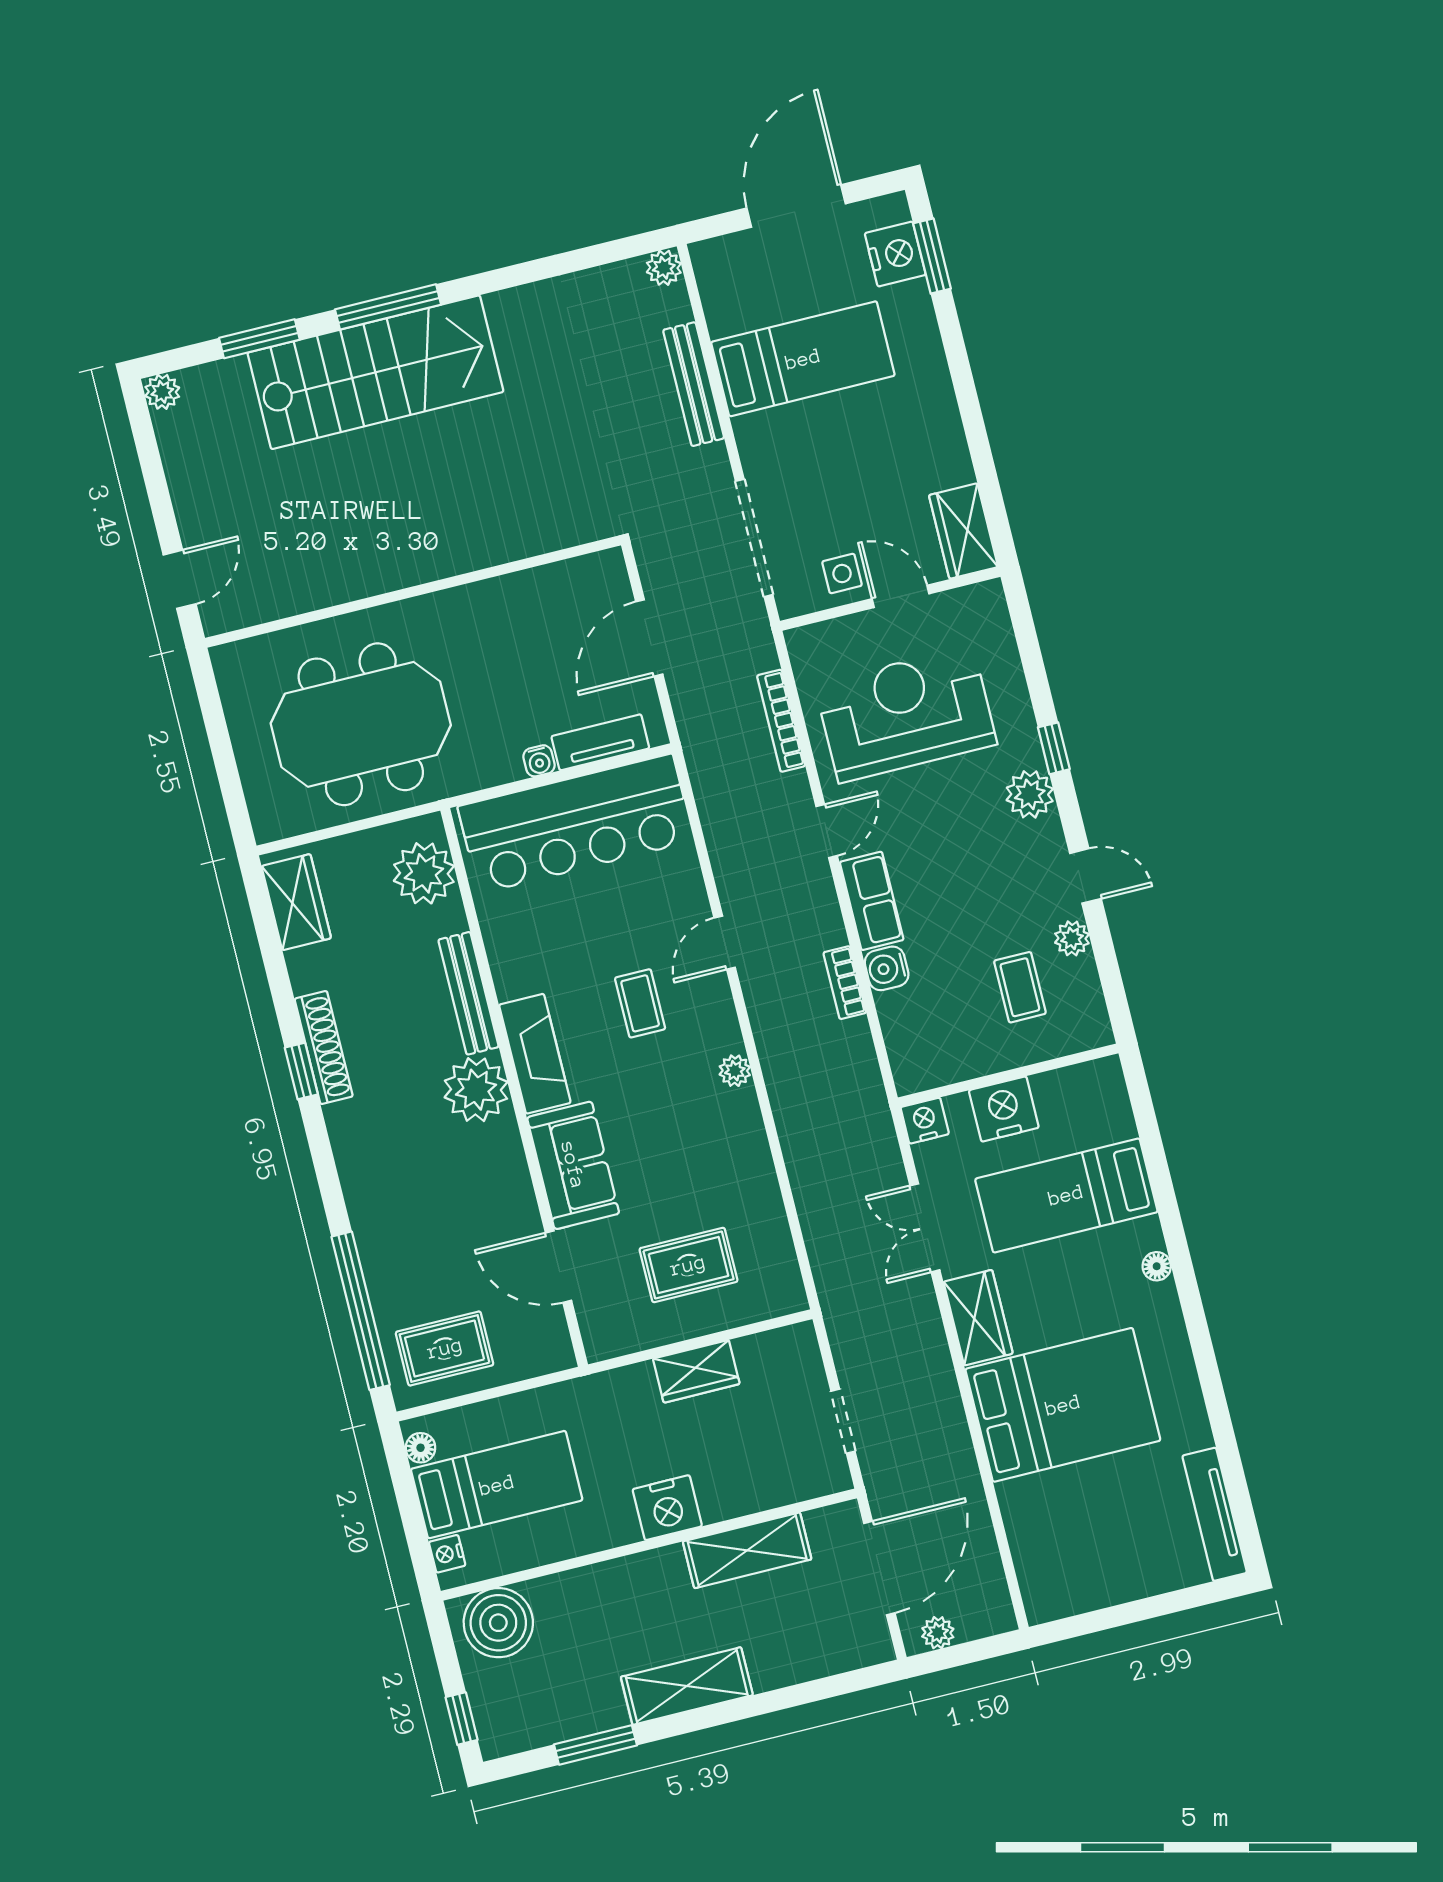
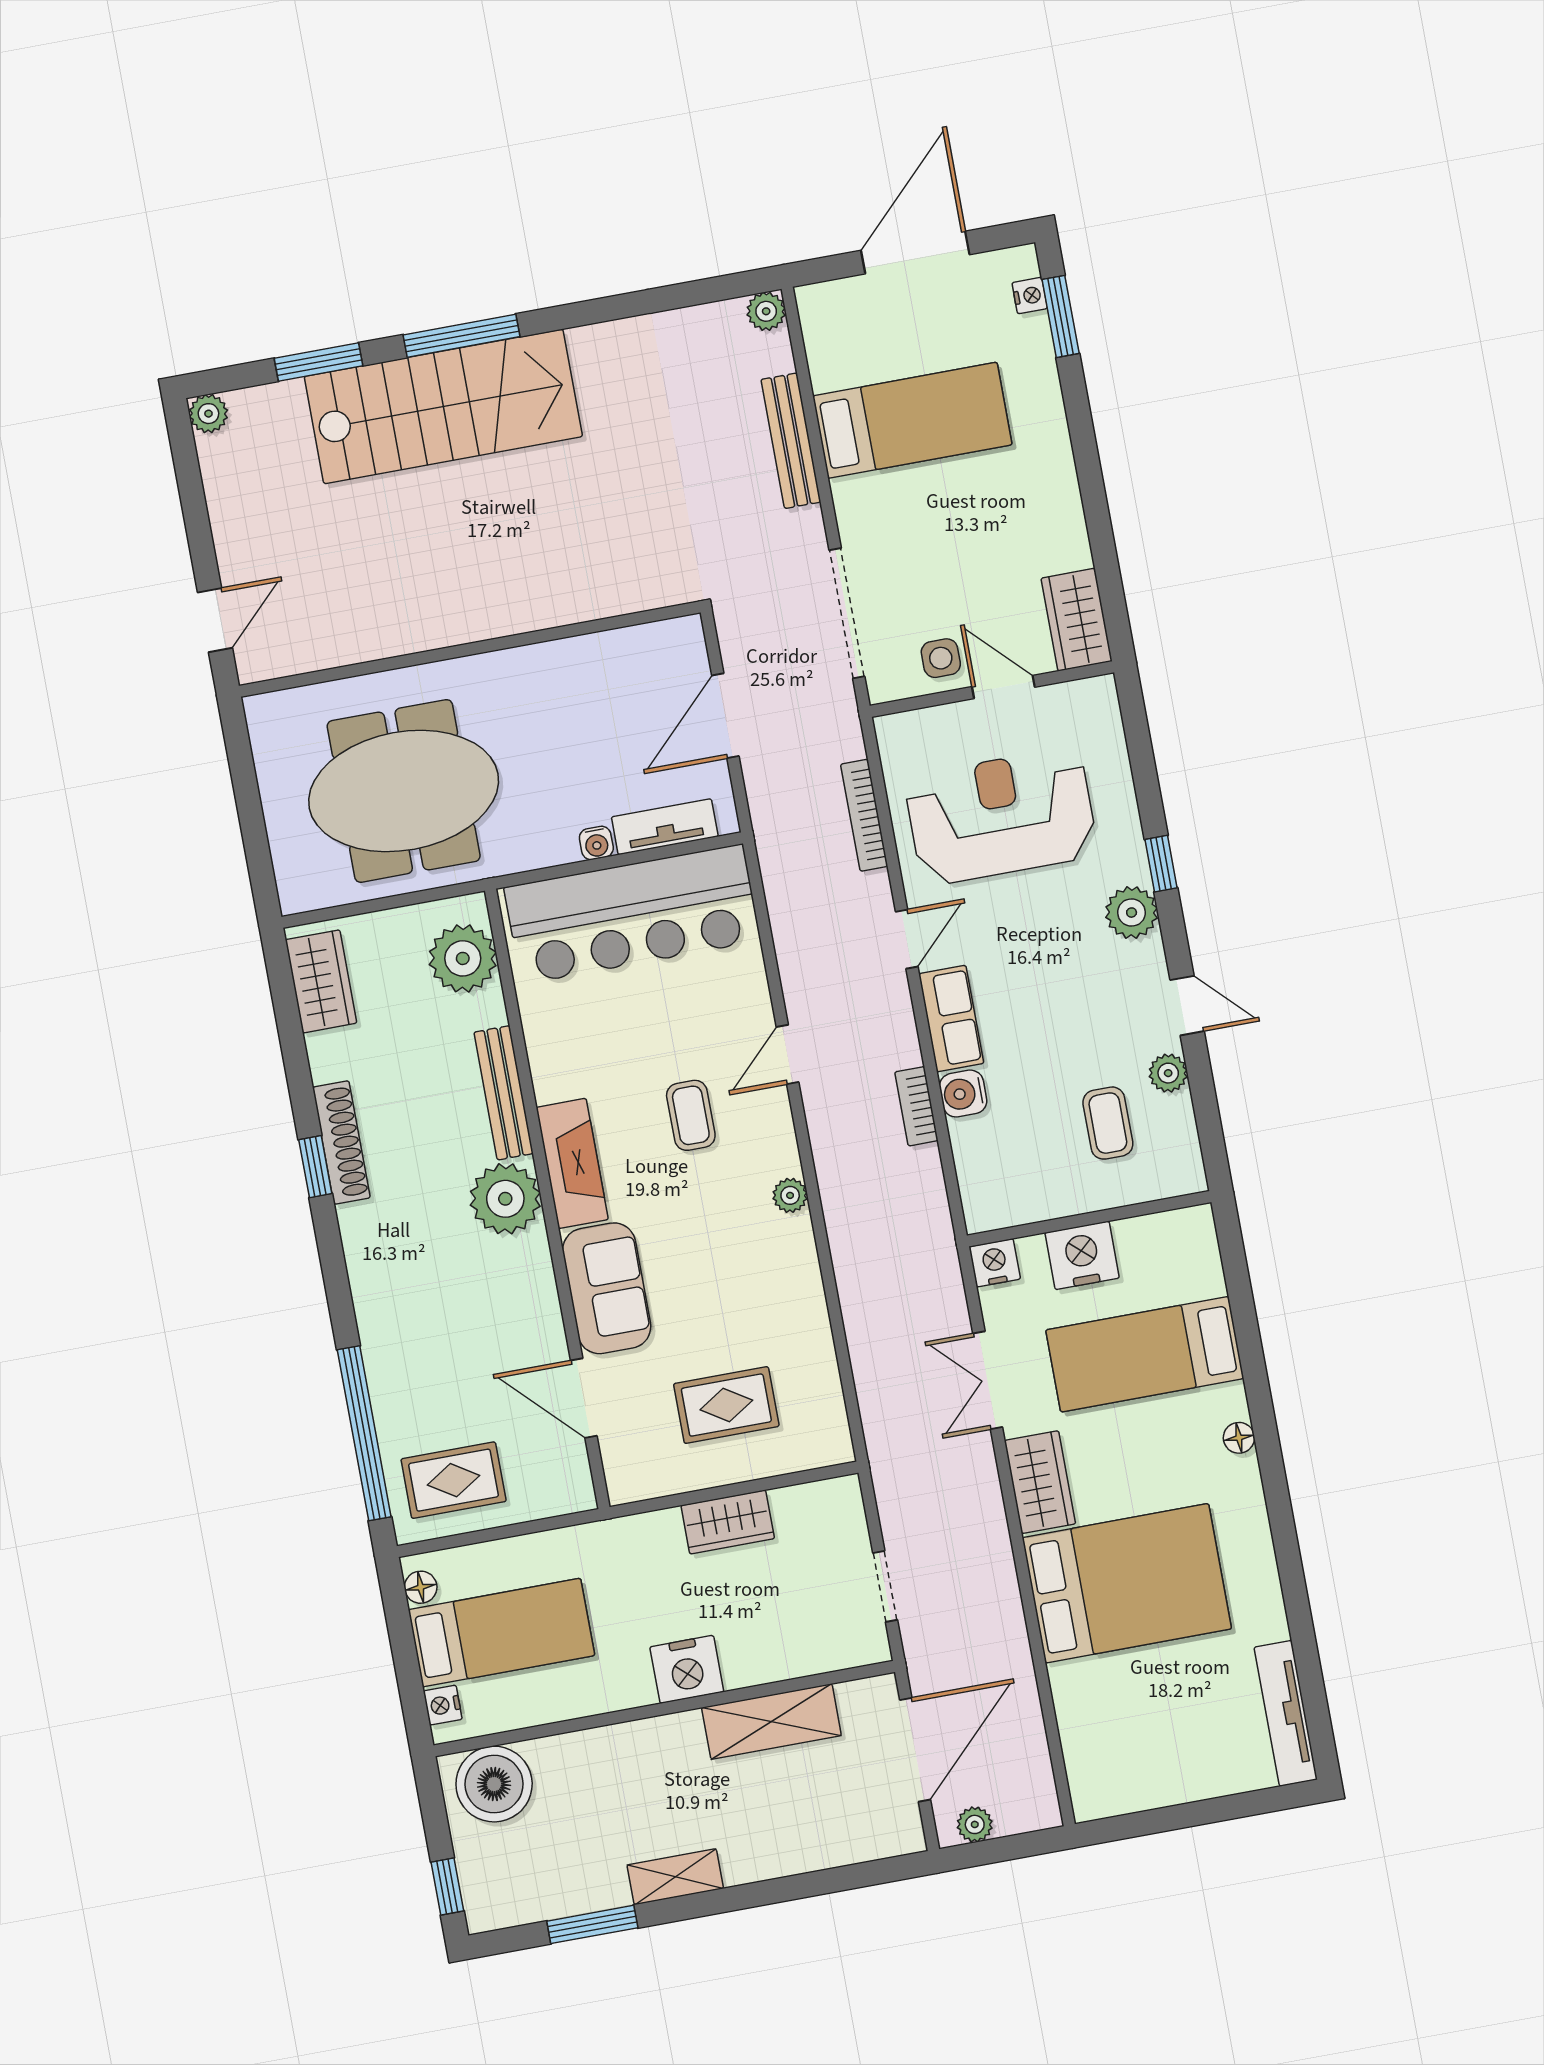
nightstand: (895, 254) -> (1030, 296), width x0.53, depth x0.56
shelving: (687, 1686) -> (675, 1877), width x0.67, depth x0.75

